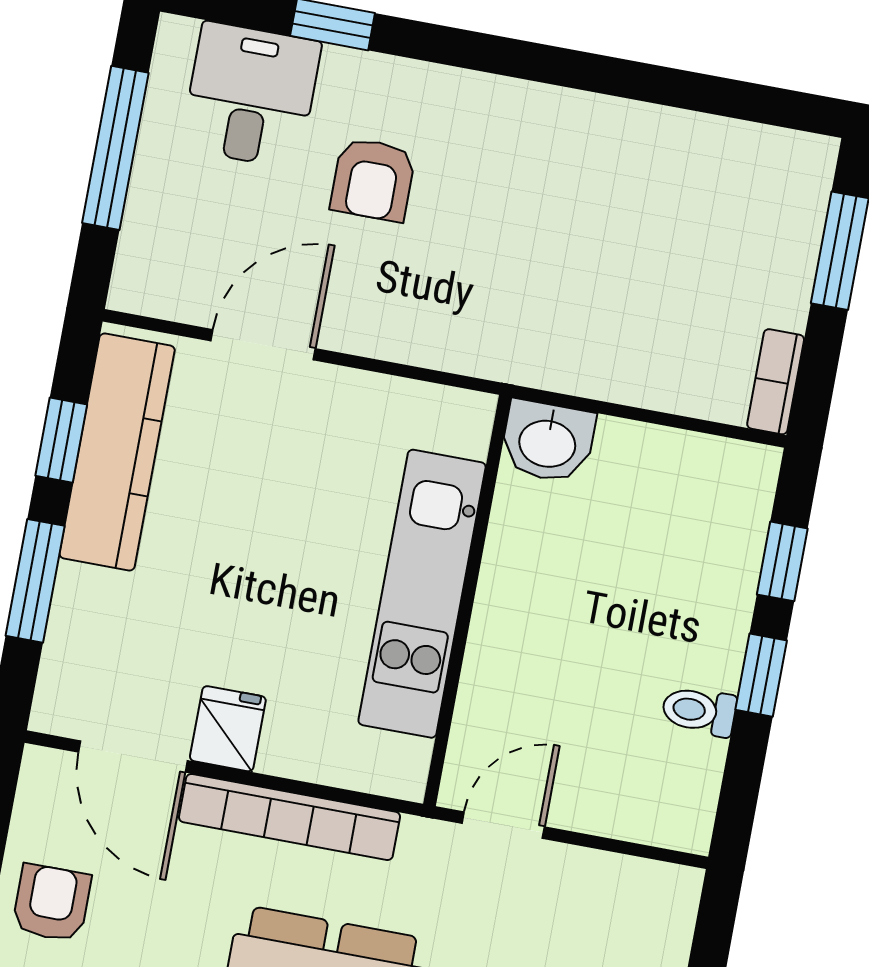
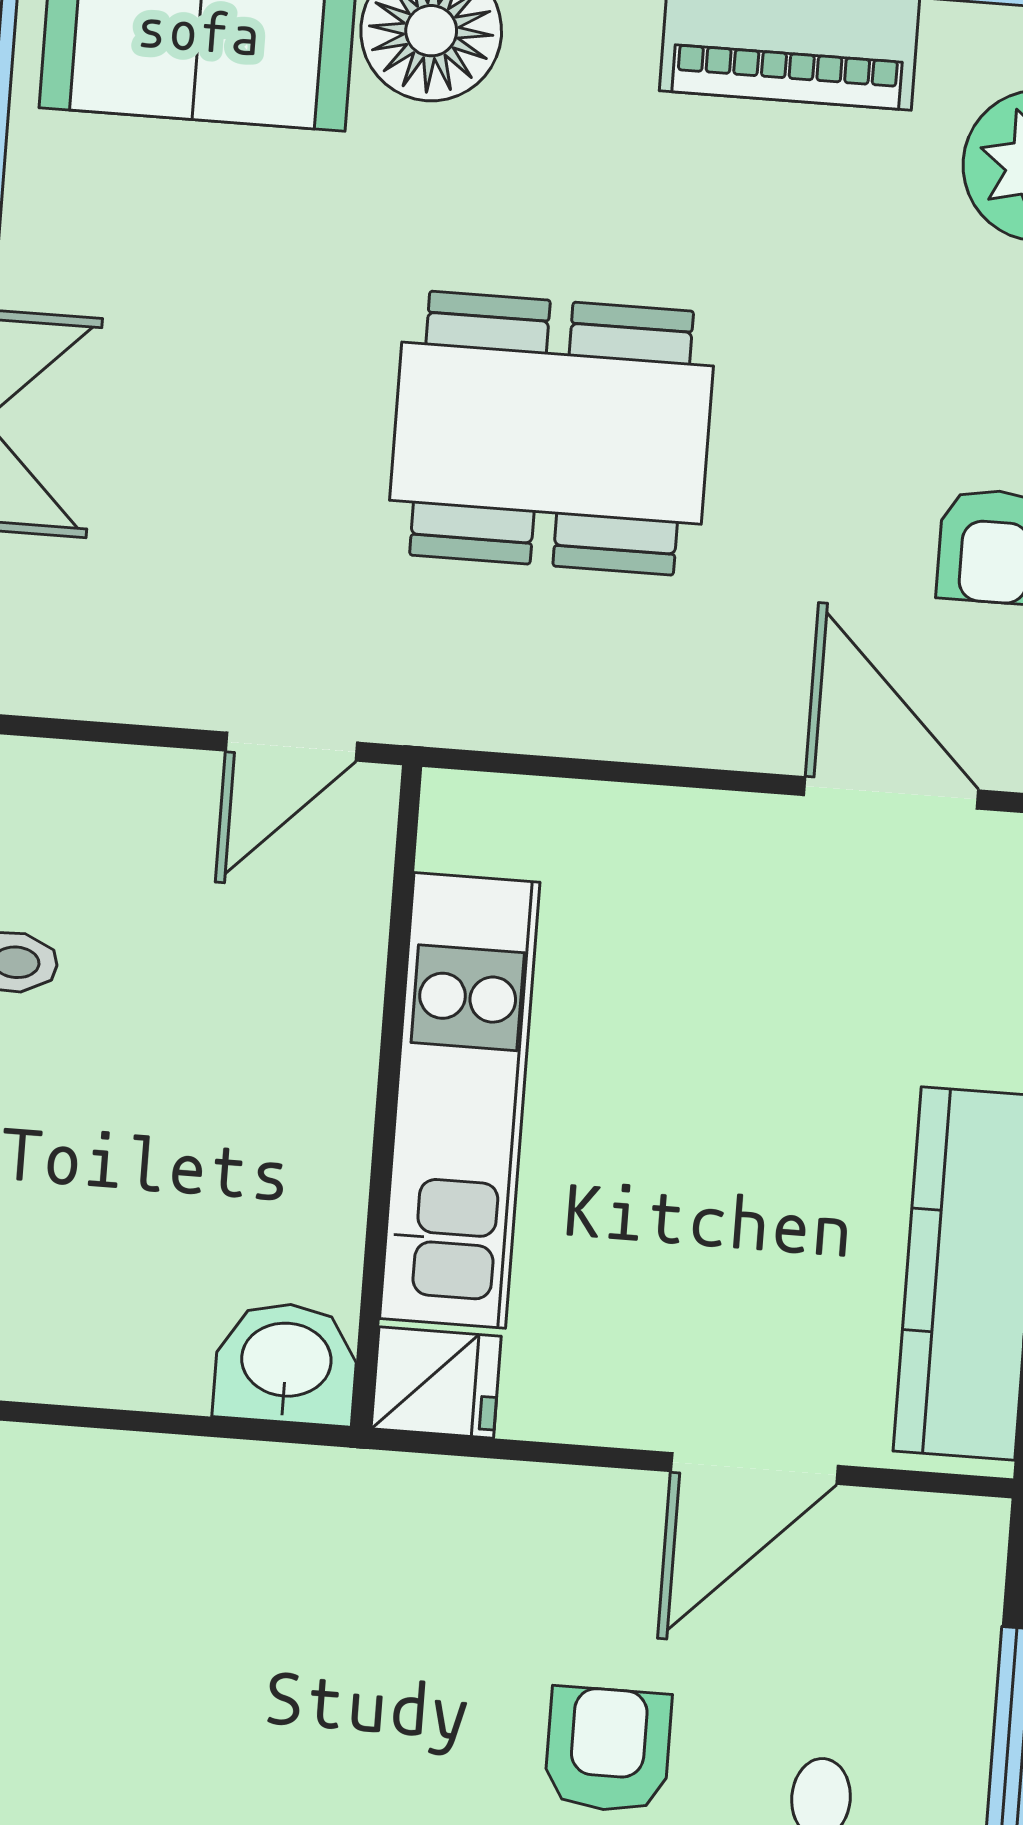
fridge: (228, 729) -> (436, 1383), moved, turned -90
bookcase: (289, 817) -> (632, 723), removed

